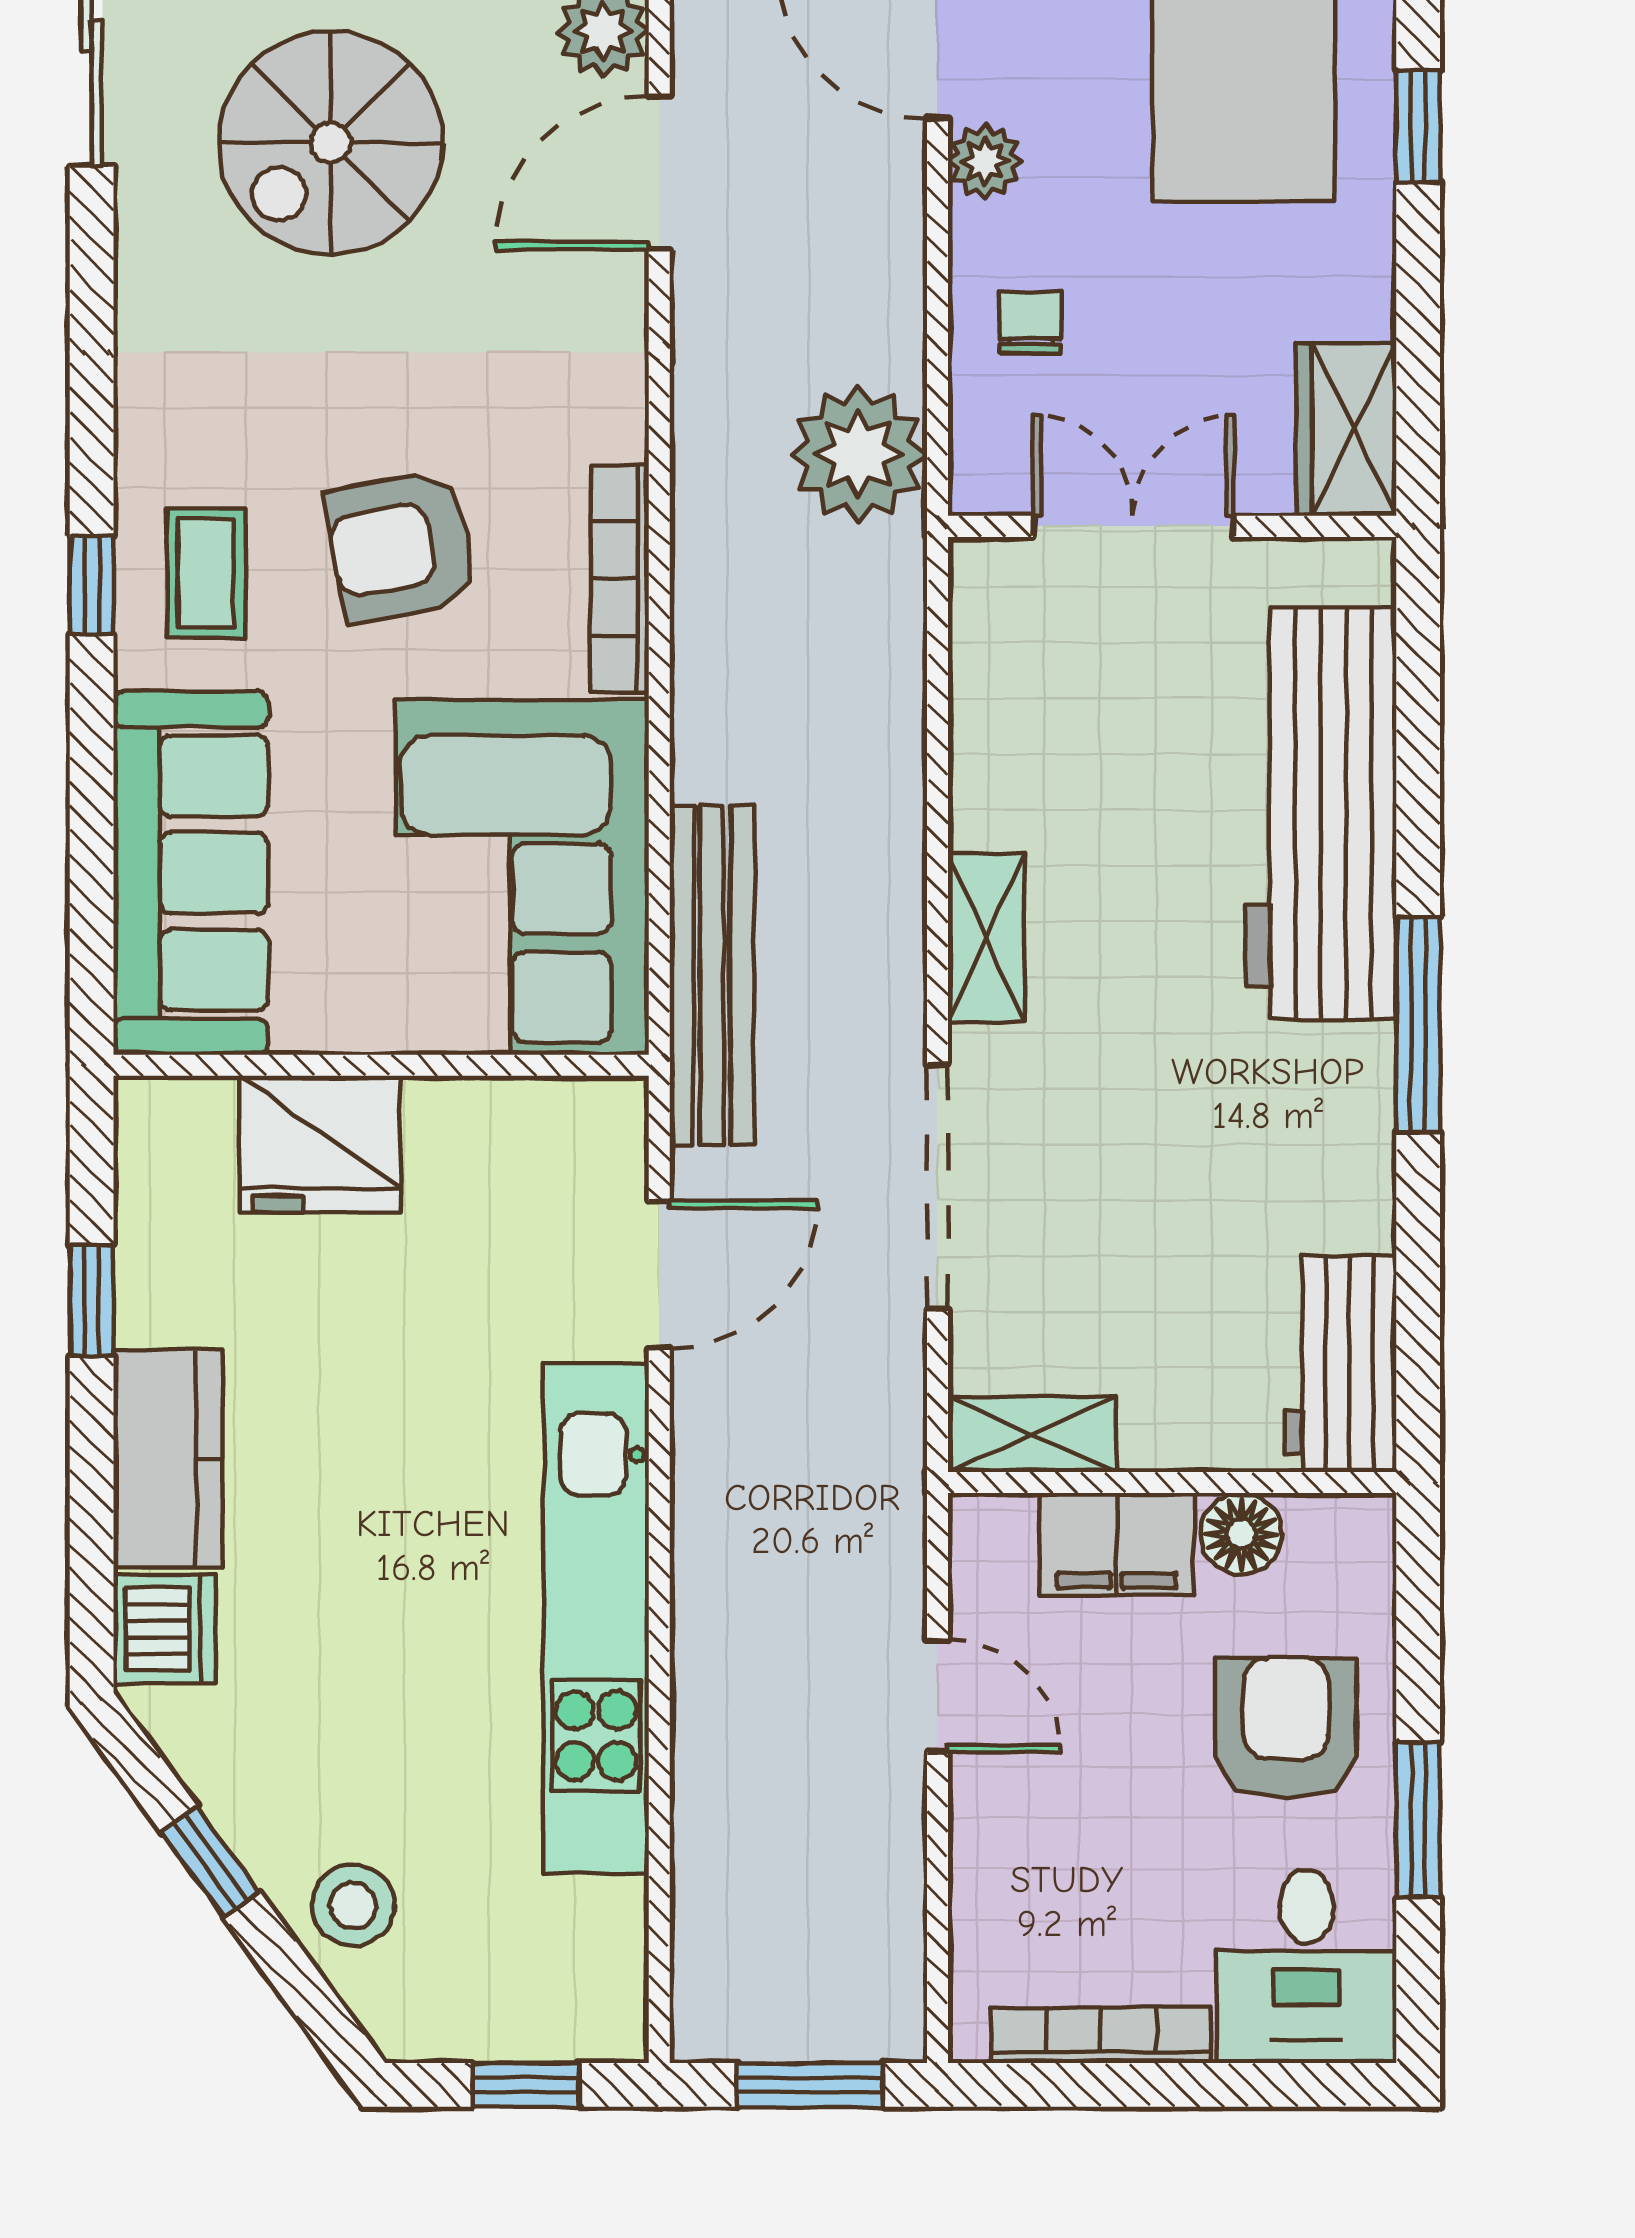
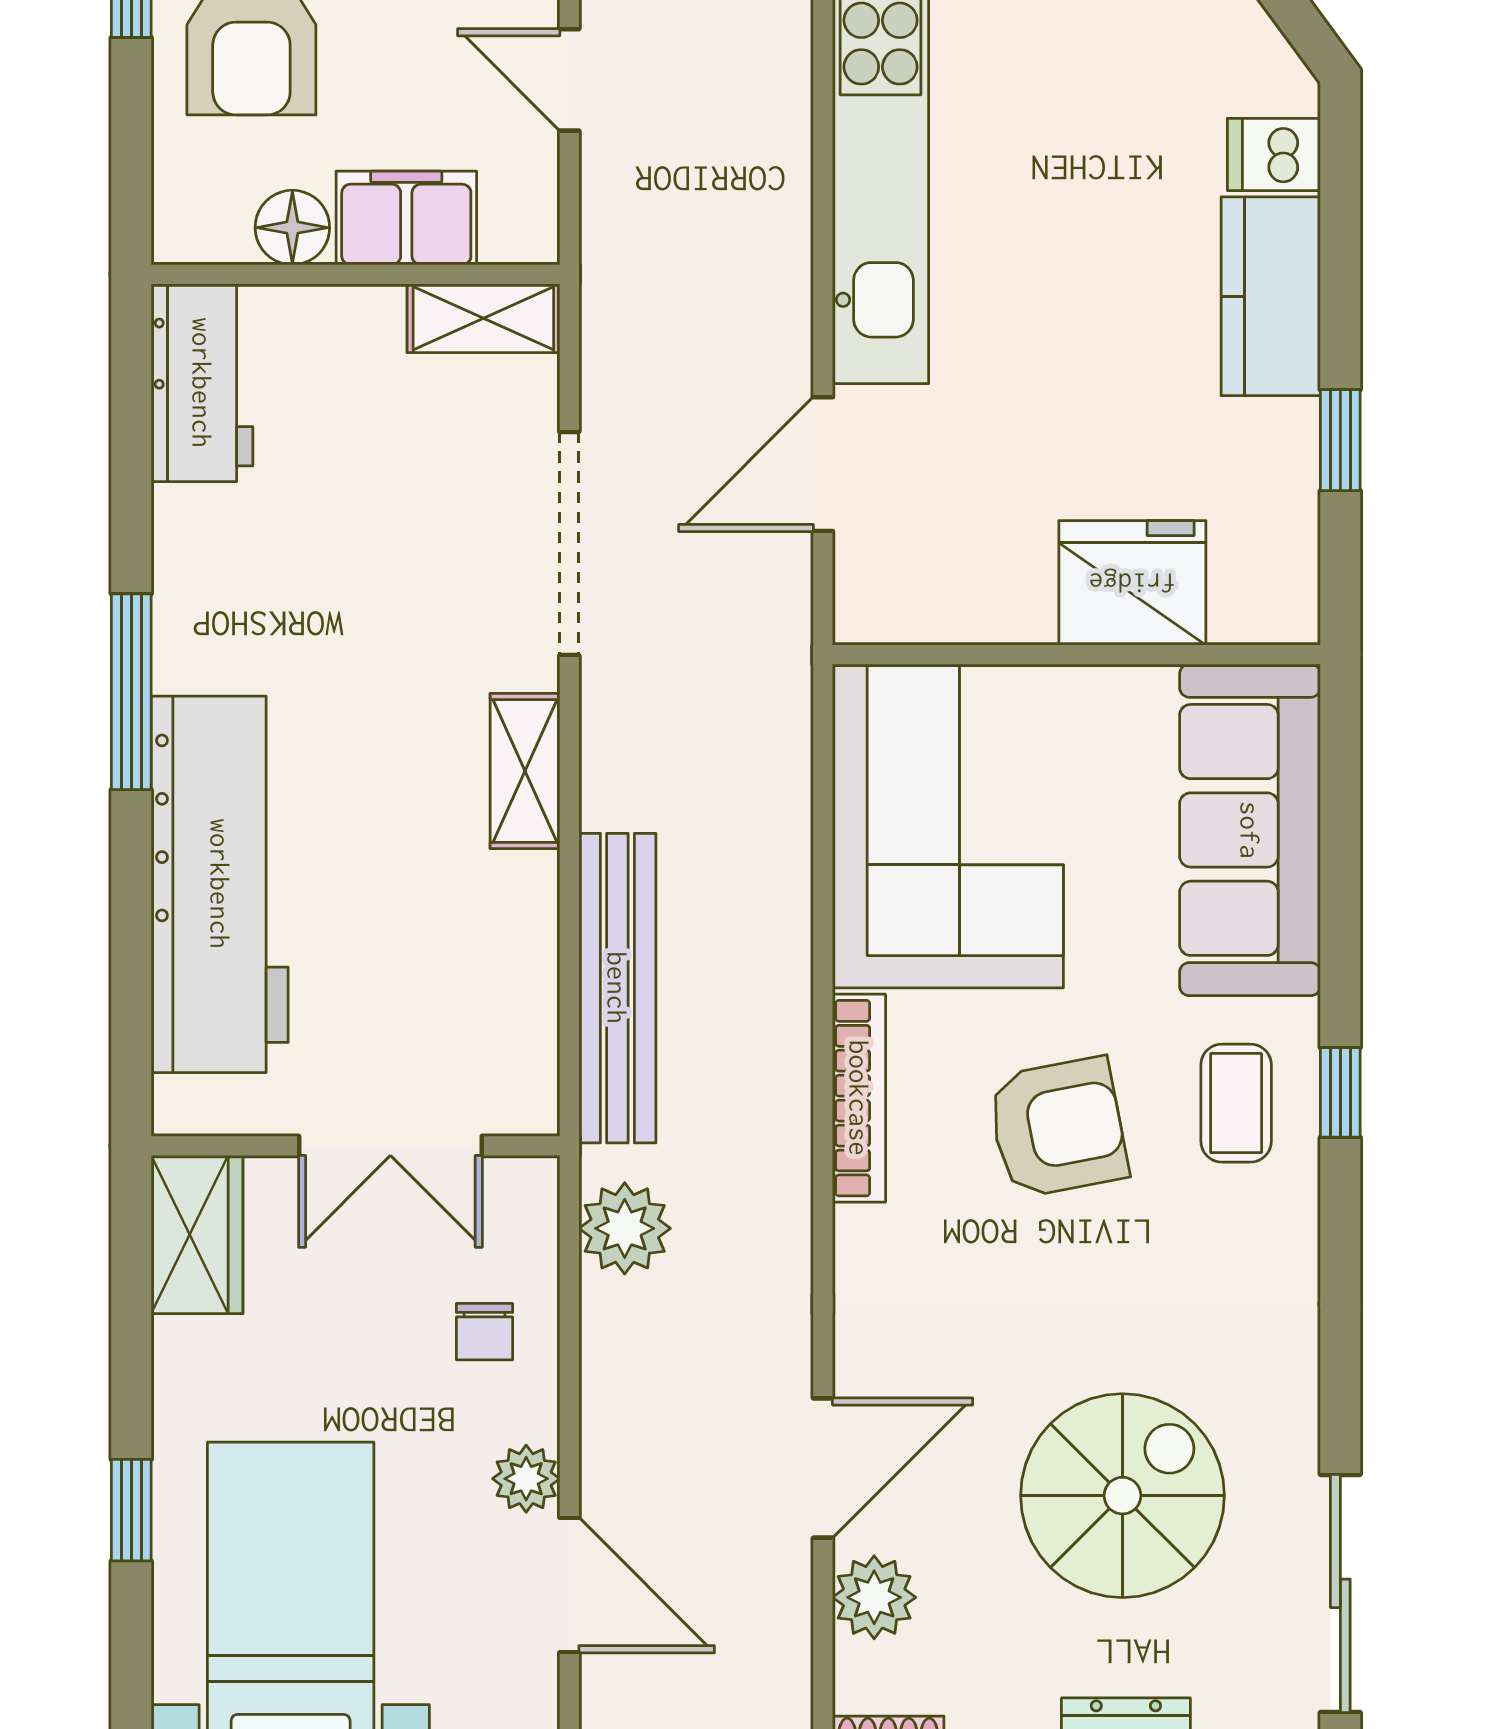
plant: (858, 454) -> (625, 1228), width x0.73, depth x0.73
bench: (712, 975) -> (617, 988), moved
dishwasher: (164, 1629) -> (1274, 154), width x0.73

